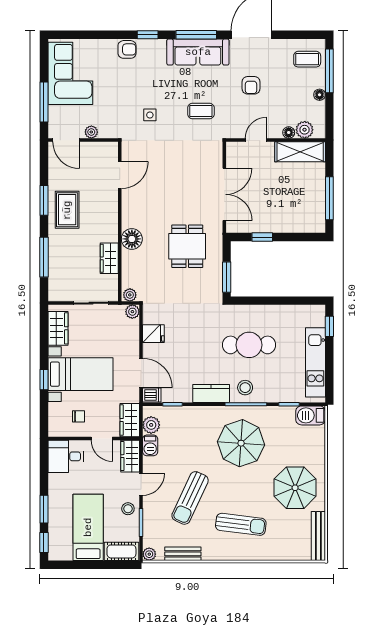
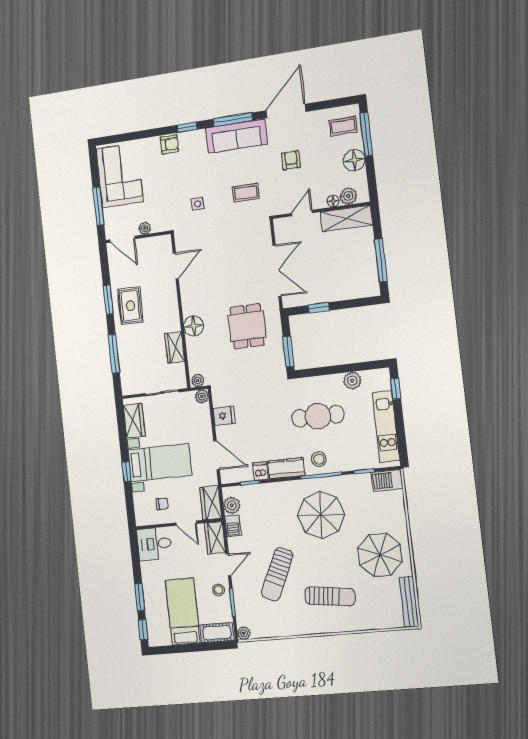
armchair: (251, 85) -> (291, 160), turned 180
floor lamp: (320, 95) -> (354, 160), width x1.89, depth x1.89
plant: (288, 313) -> (352, 381), added
dishwasher: (152, 395) -> (260, 471), moved, turned -90
bench: (183, 554) -> (276, 630), removed

